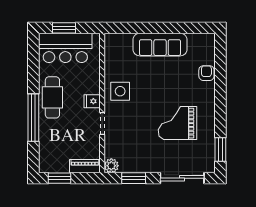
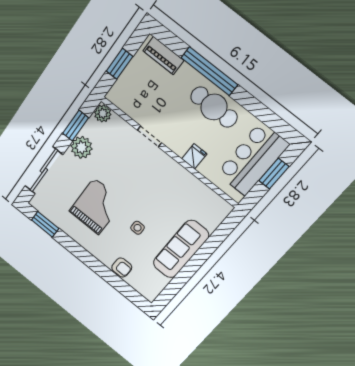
side table: (120, 91) -> (138, 228), moved, width x0.54, depth x0.54
fridge: (92, 101) -> (194, 156), moved
plant: (145, 163) -> (81, 147), added
piano: (85, 166) -> (163, 56), moved, turned 90
window: (60, 178) -> (120, 64), moved

